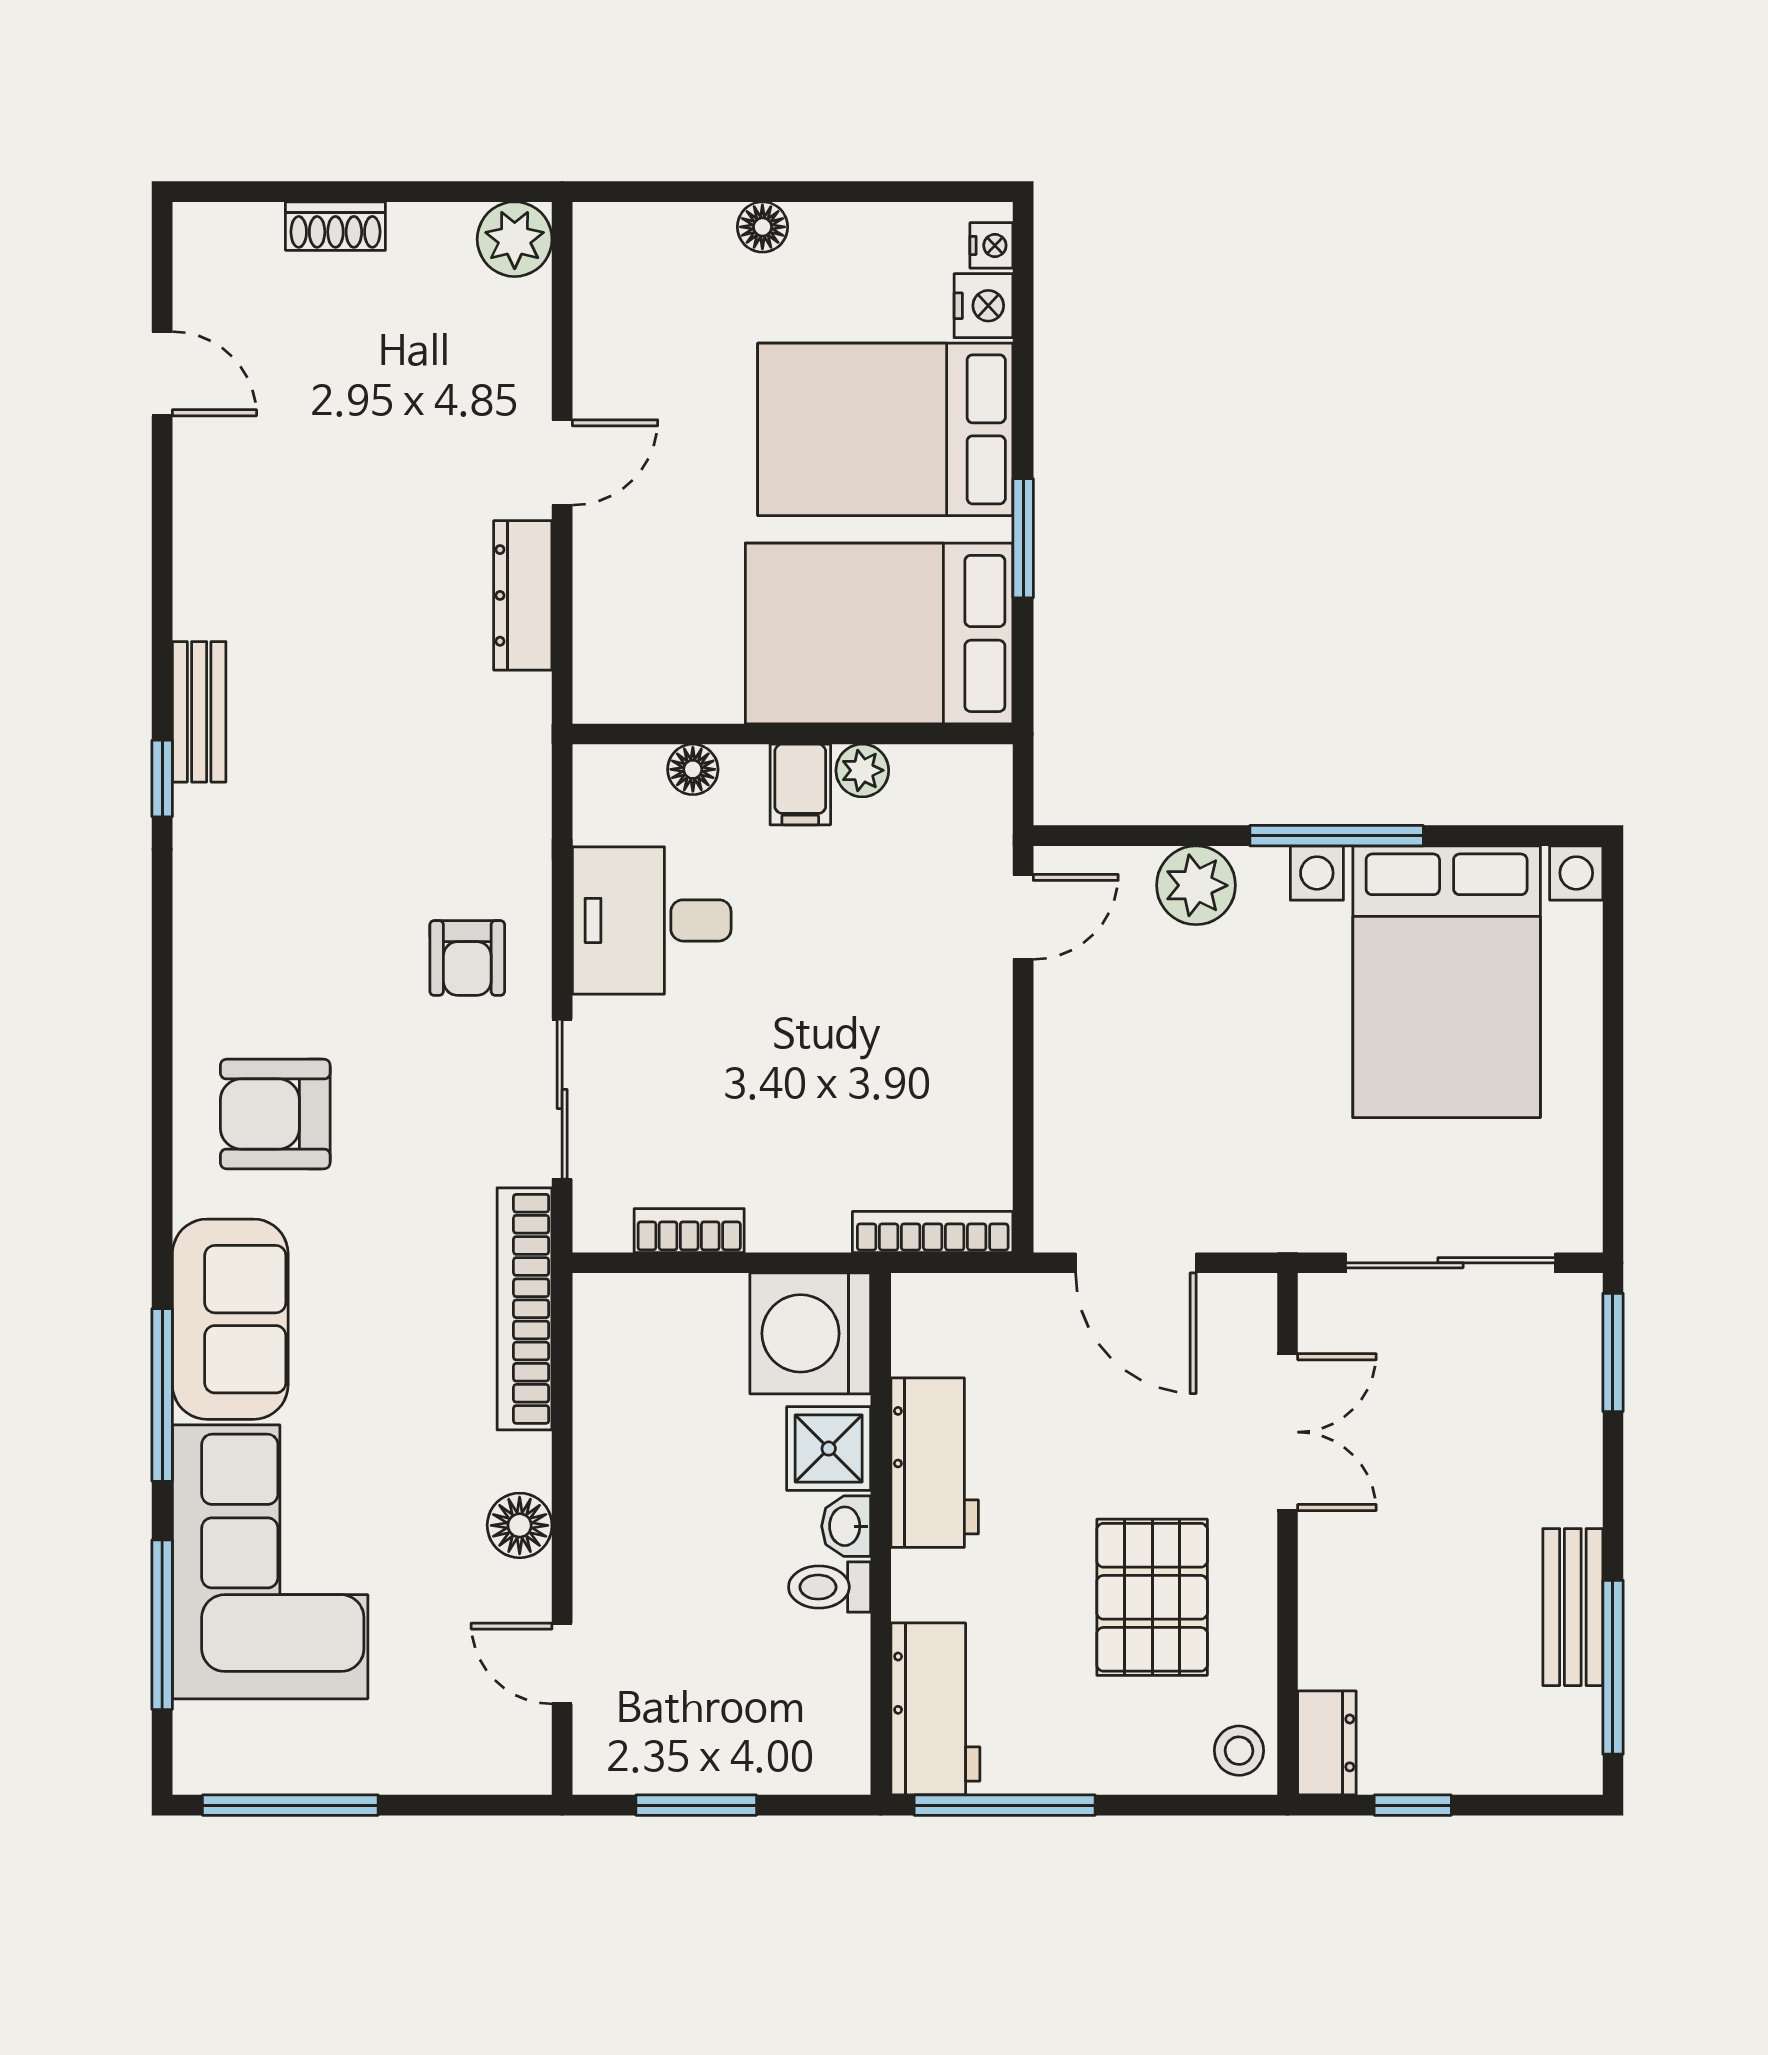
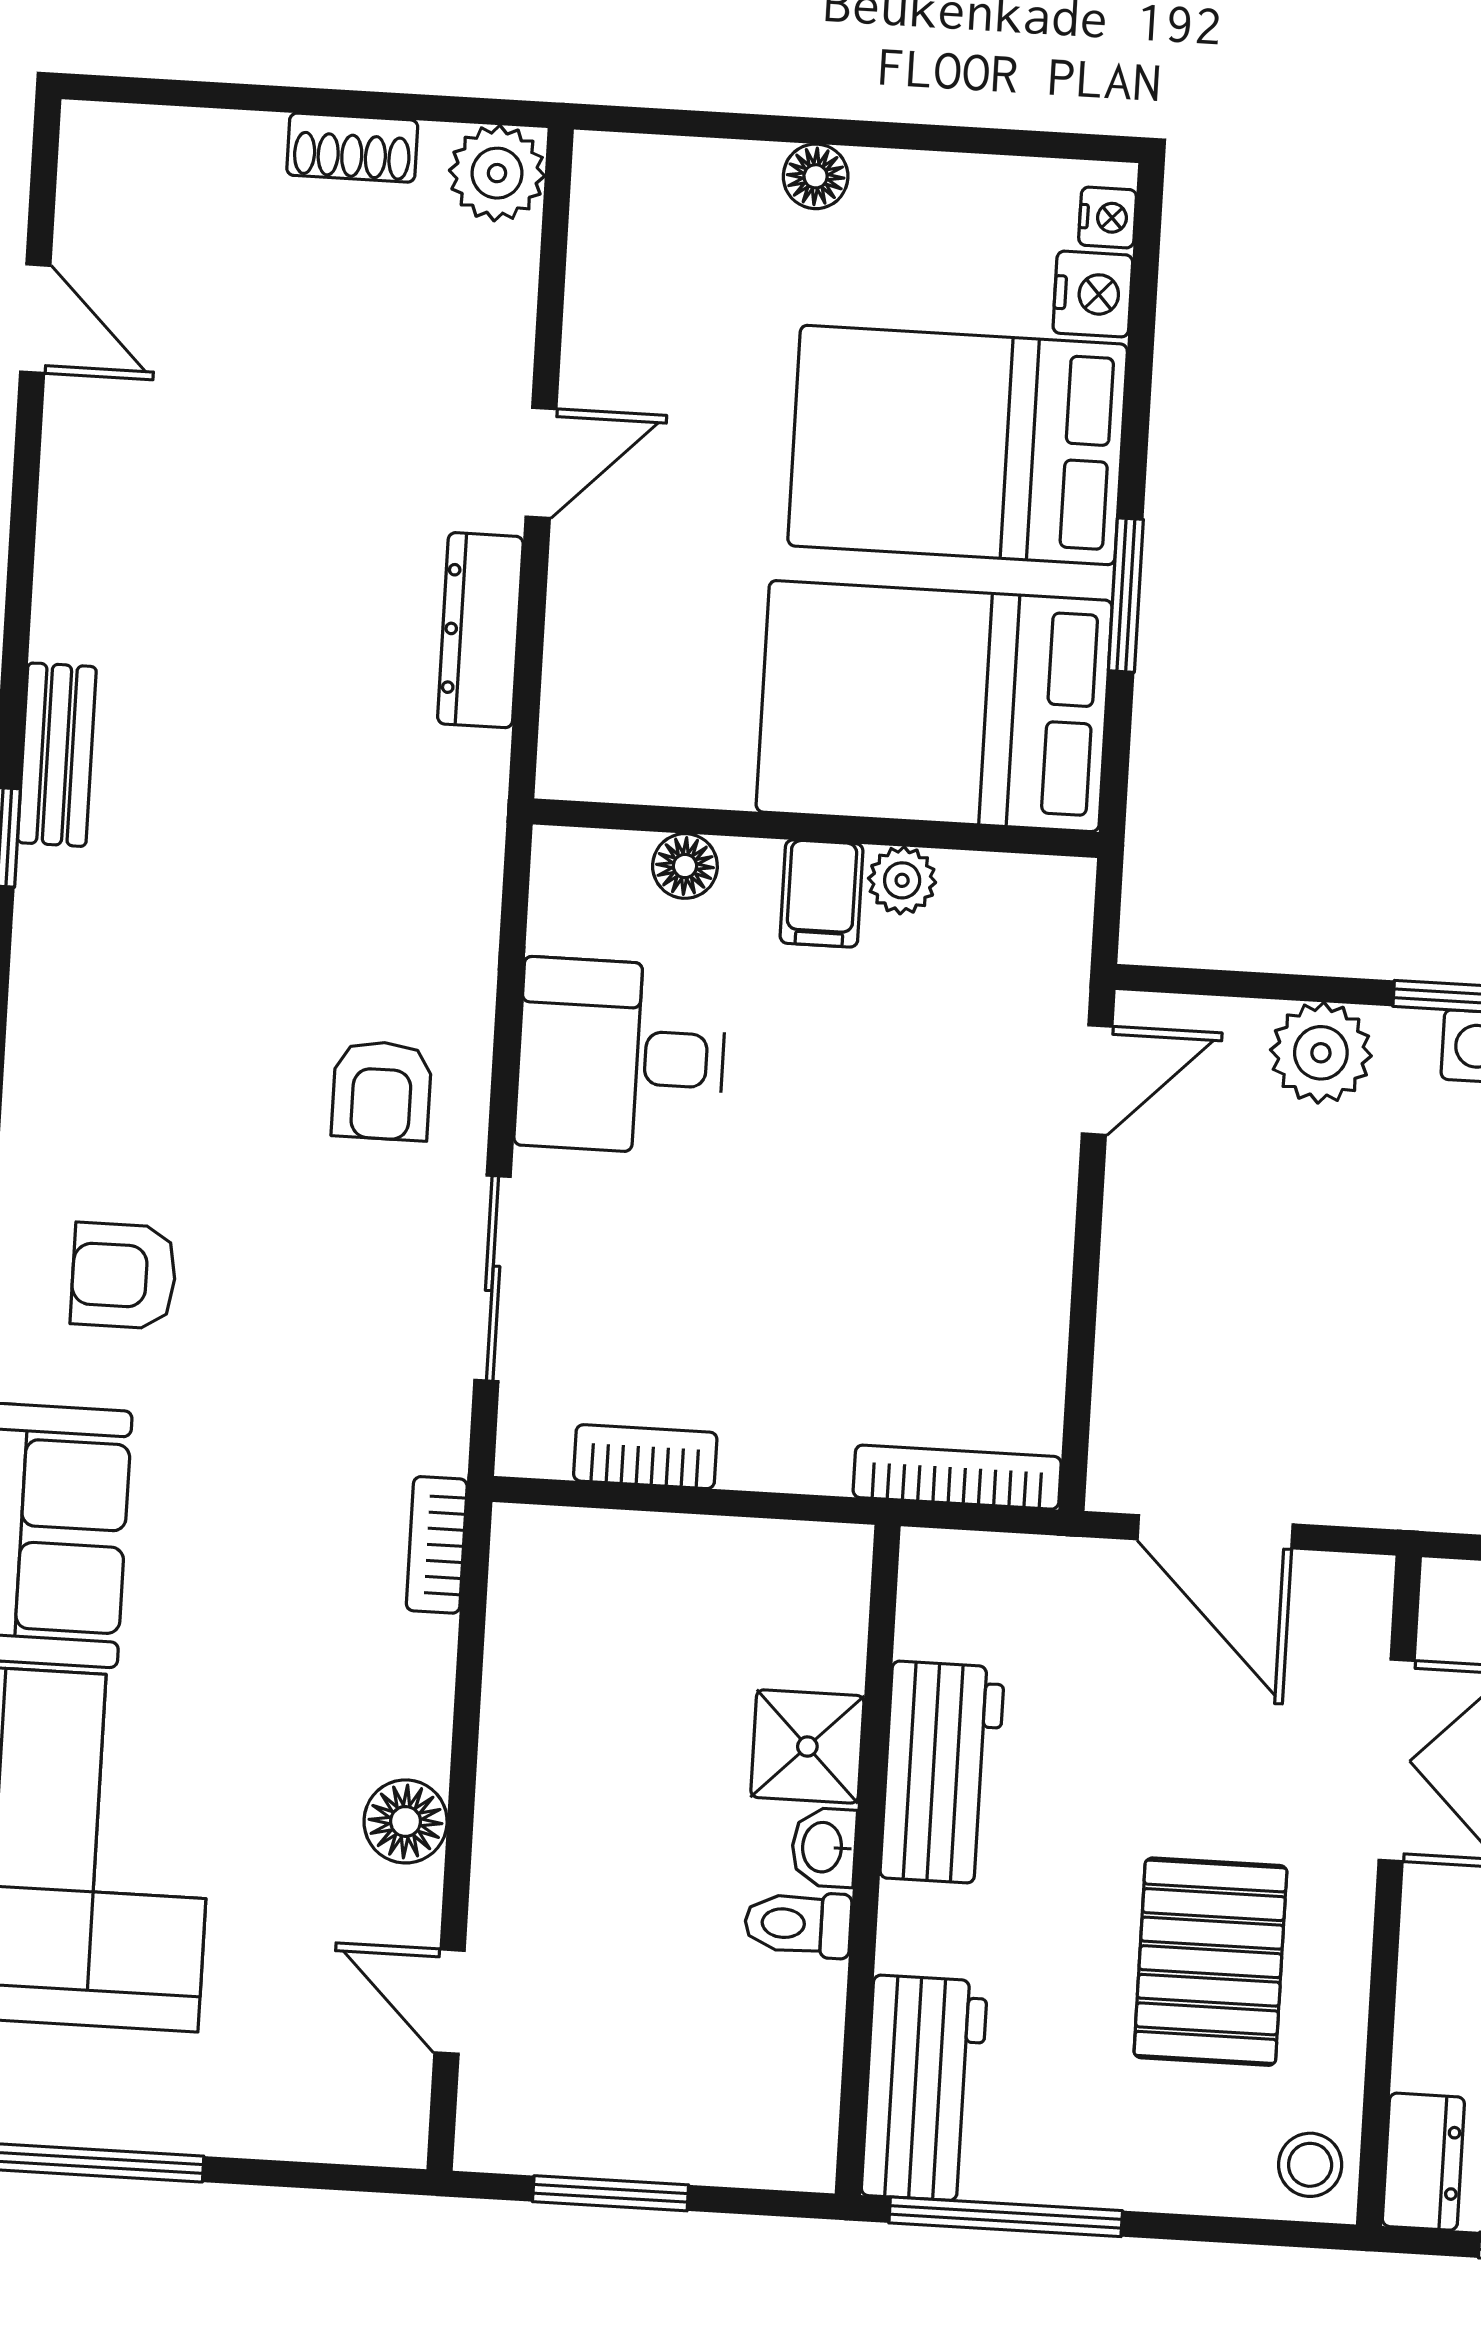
shoe rack: (335, 226) -> (352, 148), moved
armchair: (275, 1114) -> (124, 1276), width x0.72, depth x0.72
bookcase: (524, 1309) -> (437, 1545), width x0.43, depth x0.76
washing machine: (810, 1333) -> (793, 1598), removed

